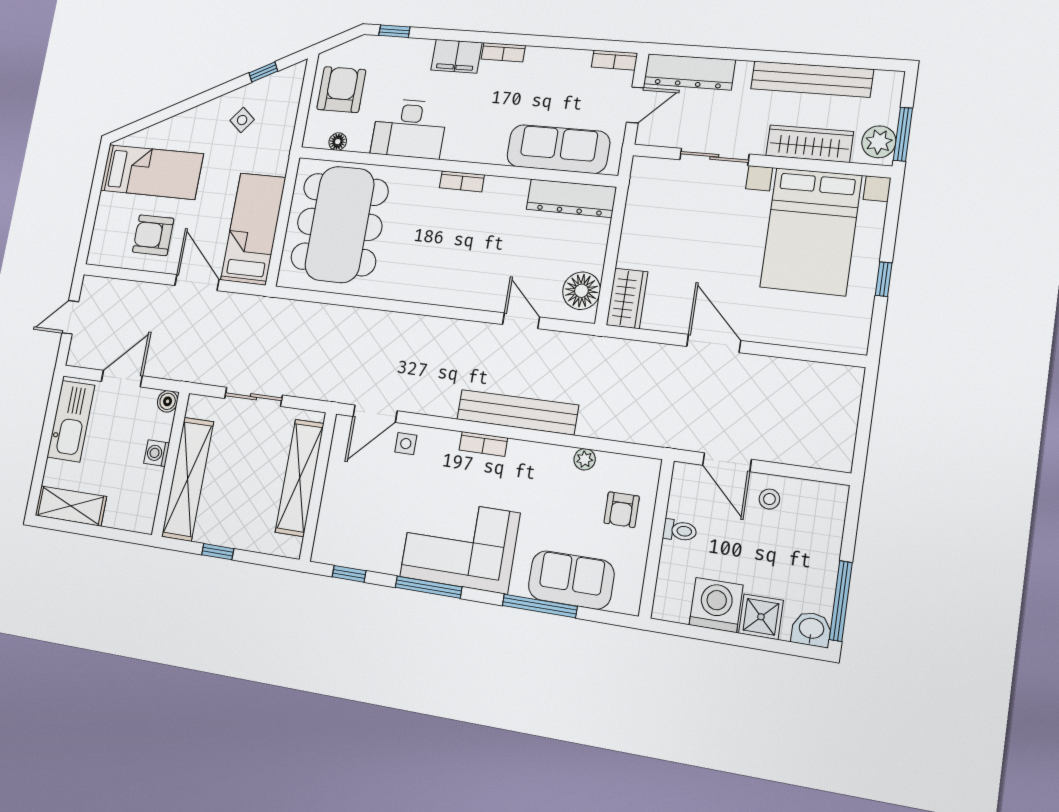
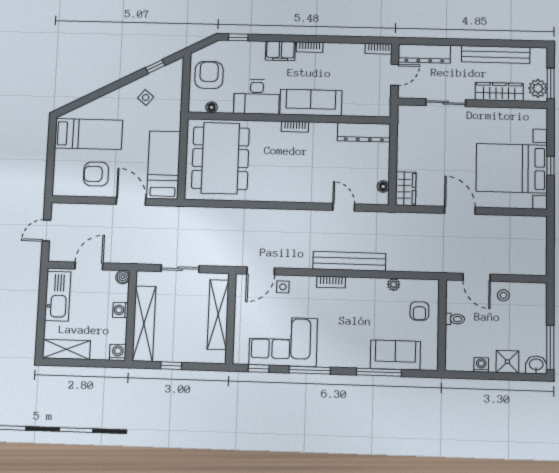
sofa: (558, 149) -> (311, 103), moved
bed with nightstands: (811, 231) -> (512, 168), moved, turned 90
floor lamp: (581, 291) -> (383, 187), width x0.53, depth x0.53
washing machine: (143, 520) -> (118, 353), added
corner sofa: (460, 545) -> (283, 342), moved
washing machine: (716, 605) -> (481, 365), width x0.53, depth x0.53

